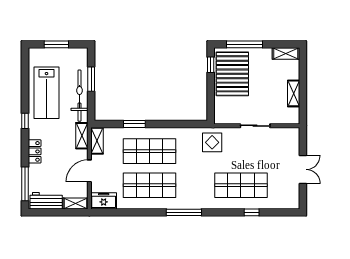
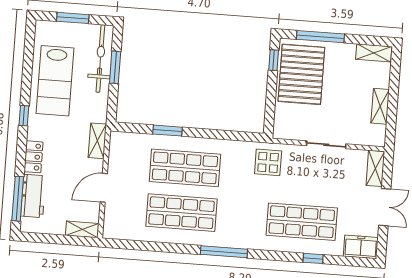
bicycle: (79, 96) -> (100, 59), moved
shelving: (97, 141) -> (375, 168), moved
workbench: (46, 201) -> (33, 196), moved, turned 90
freezer: (104, 201) -> (361, 247), moved

